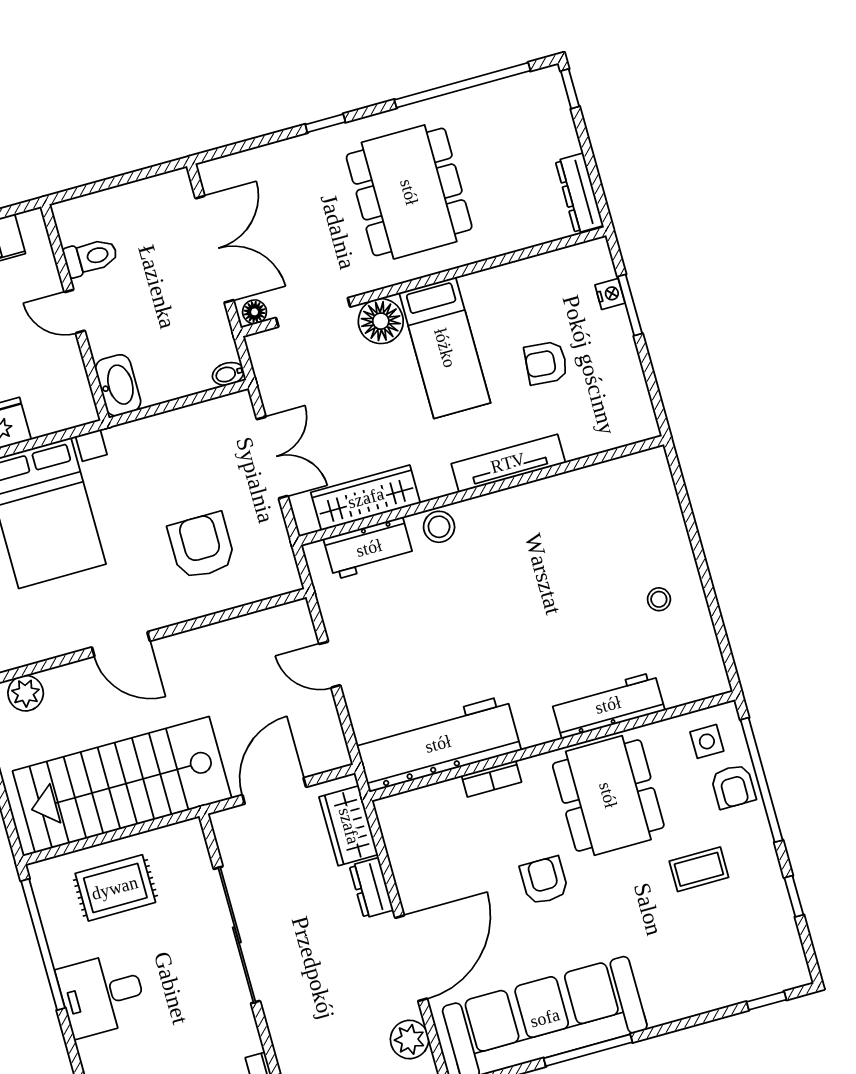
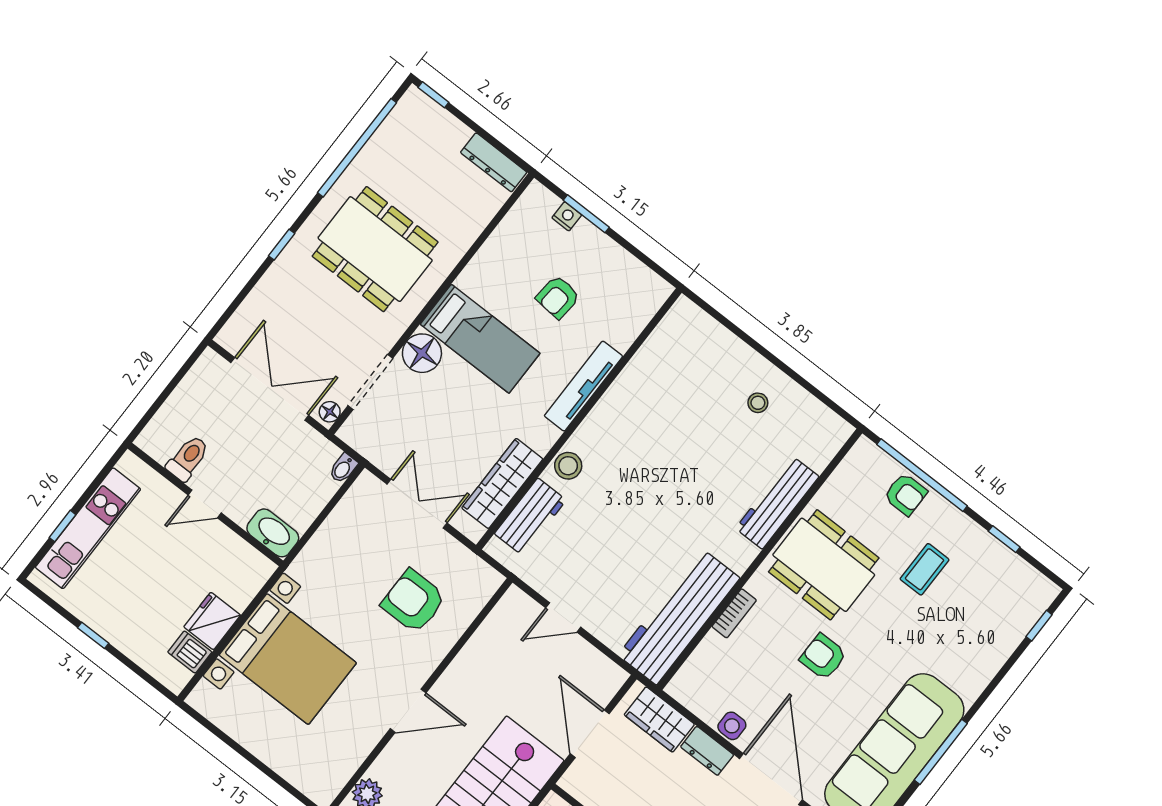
side table: (707, 741) -> (732, 726), moved

